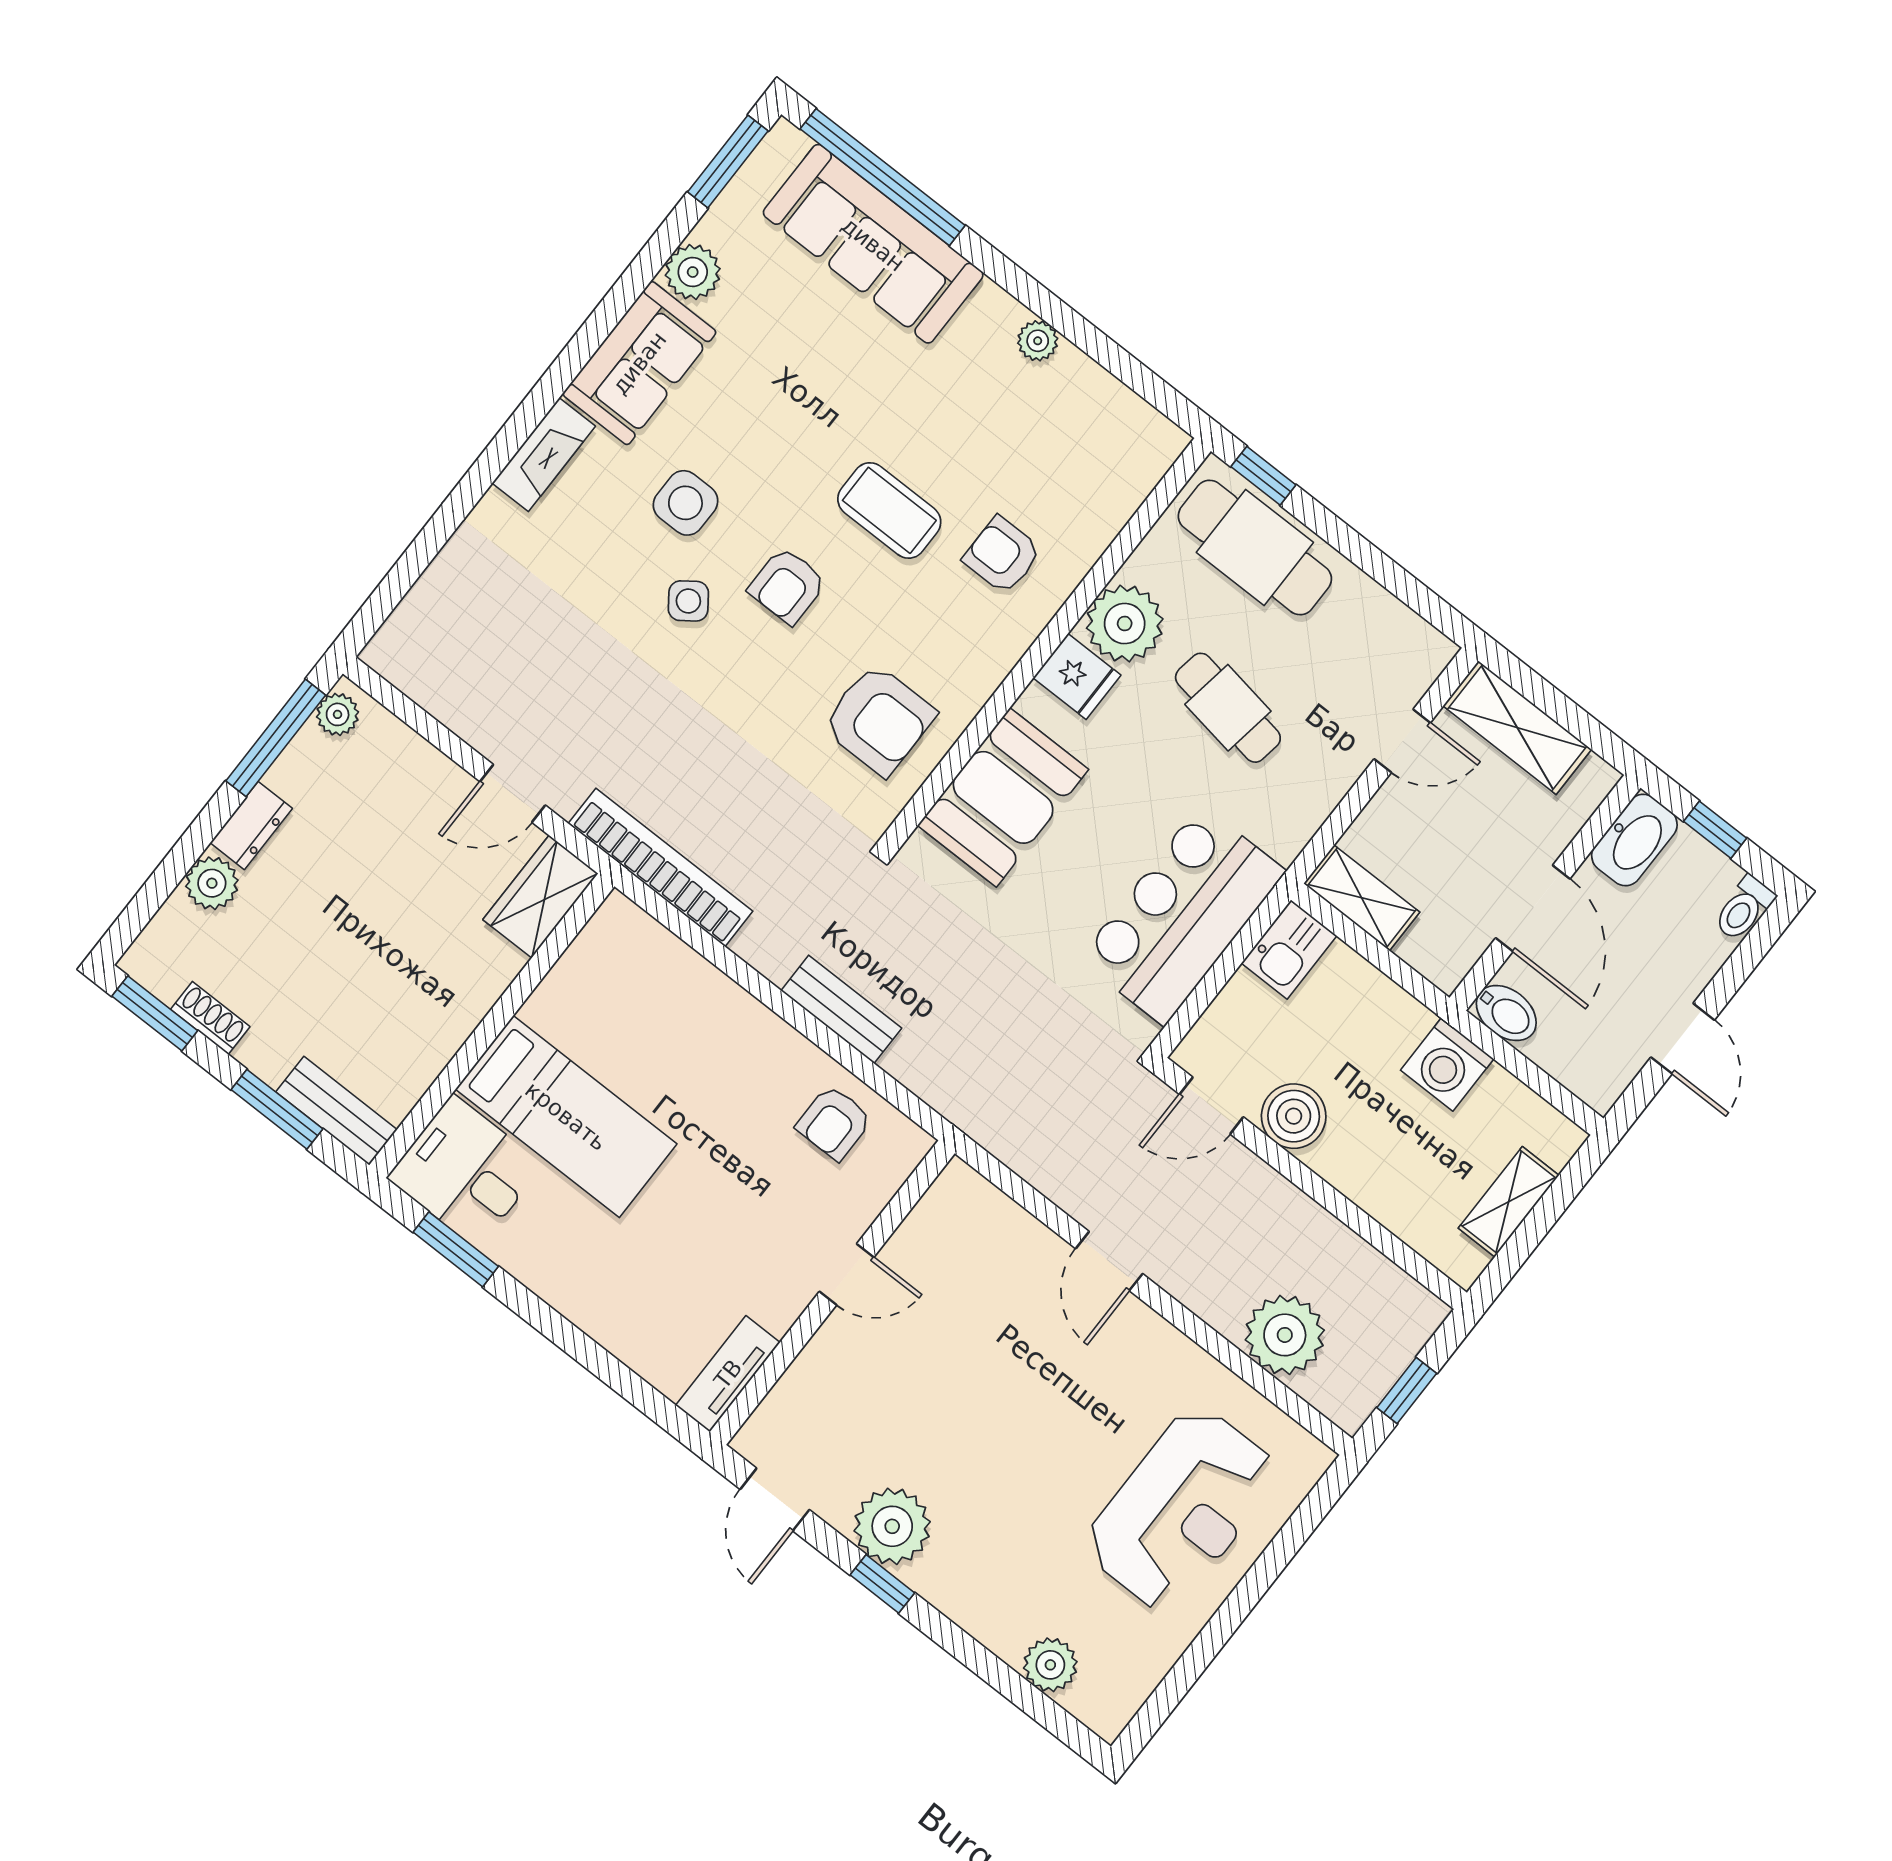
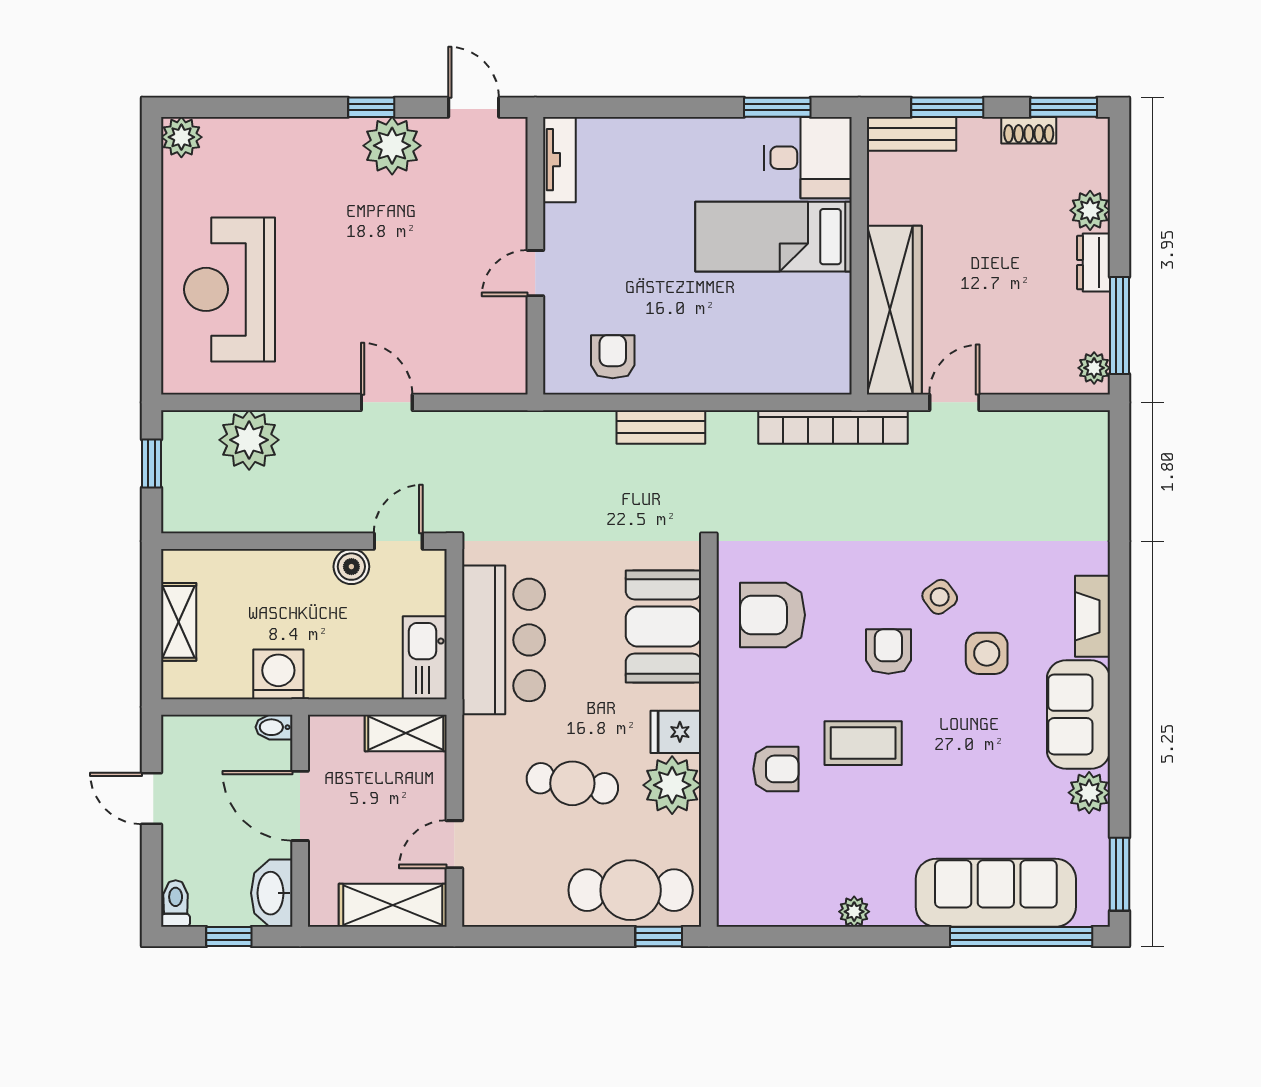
wardrobe: (540, 897) -> (894, 310), width x2.10, depth x1.17
kitchen sink: (1289, 949) -> (425, 658), width x1.38
bidet: (1506, 1013) -> (274, 727), width x0.72, depth x0.74
boiler: (1294, 1116) -> (351, 567), width x0.73, depth x0.73
plant: (1050, 1665) -> (181, 137), moved

